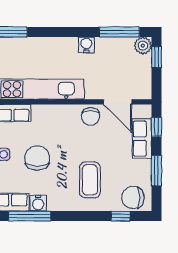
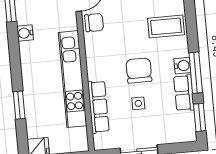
chair: (37, 158) -> (139, 71), turned 90
coffee table: (90, 180) -> (166, 26), moved

